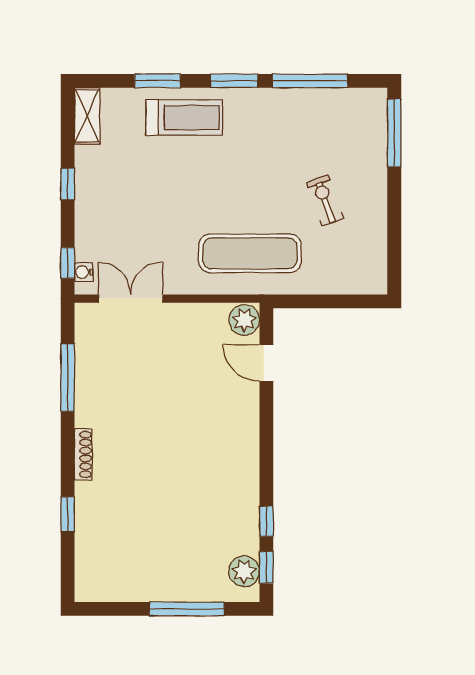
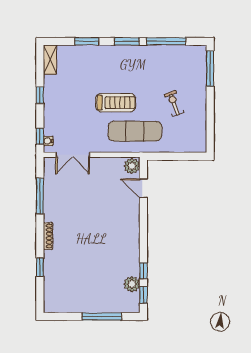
treadmill: (184, 117) -> (116, 103), moved
double door: (131, 299) -> (73, 155), swing flipped
plant: (244, 571) -> (132, 284), moved

